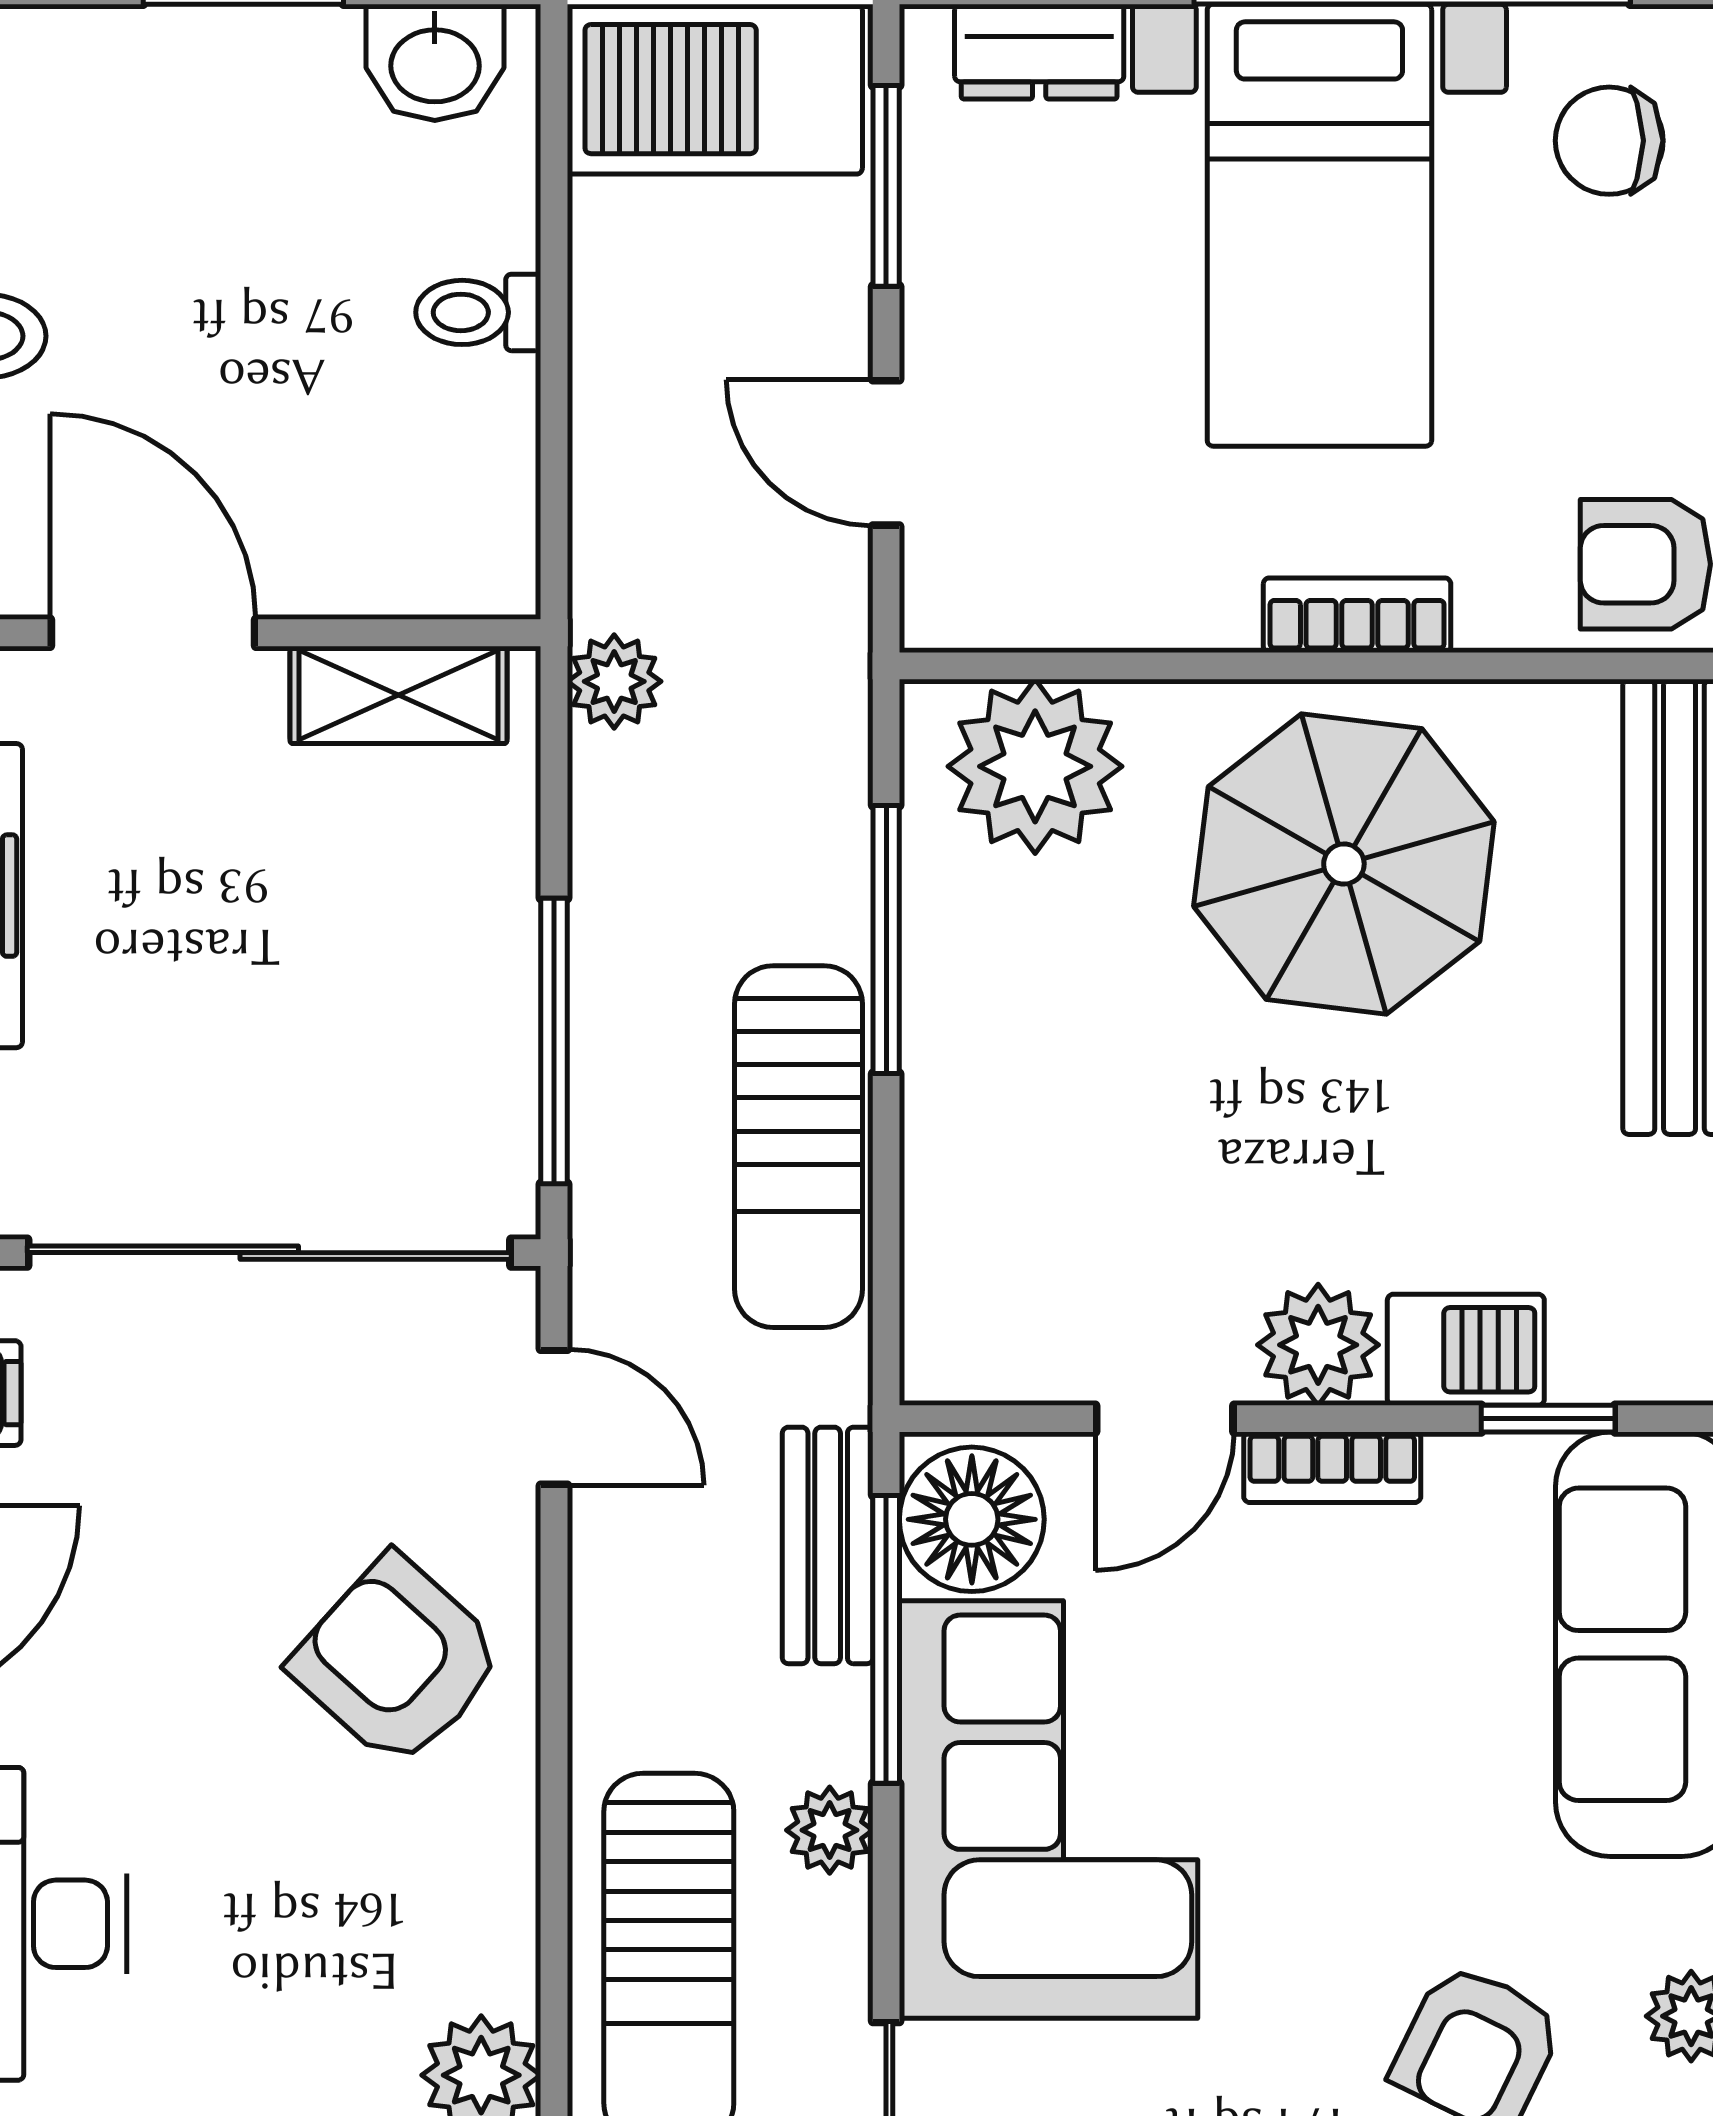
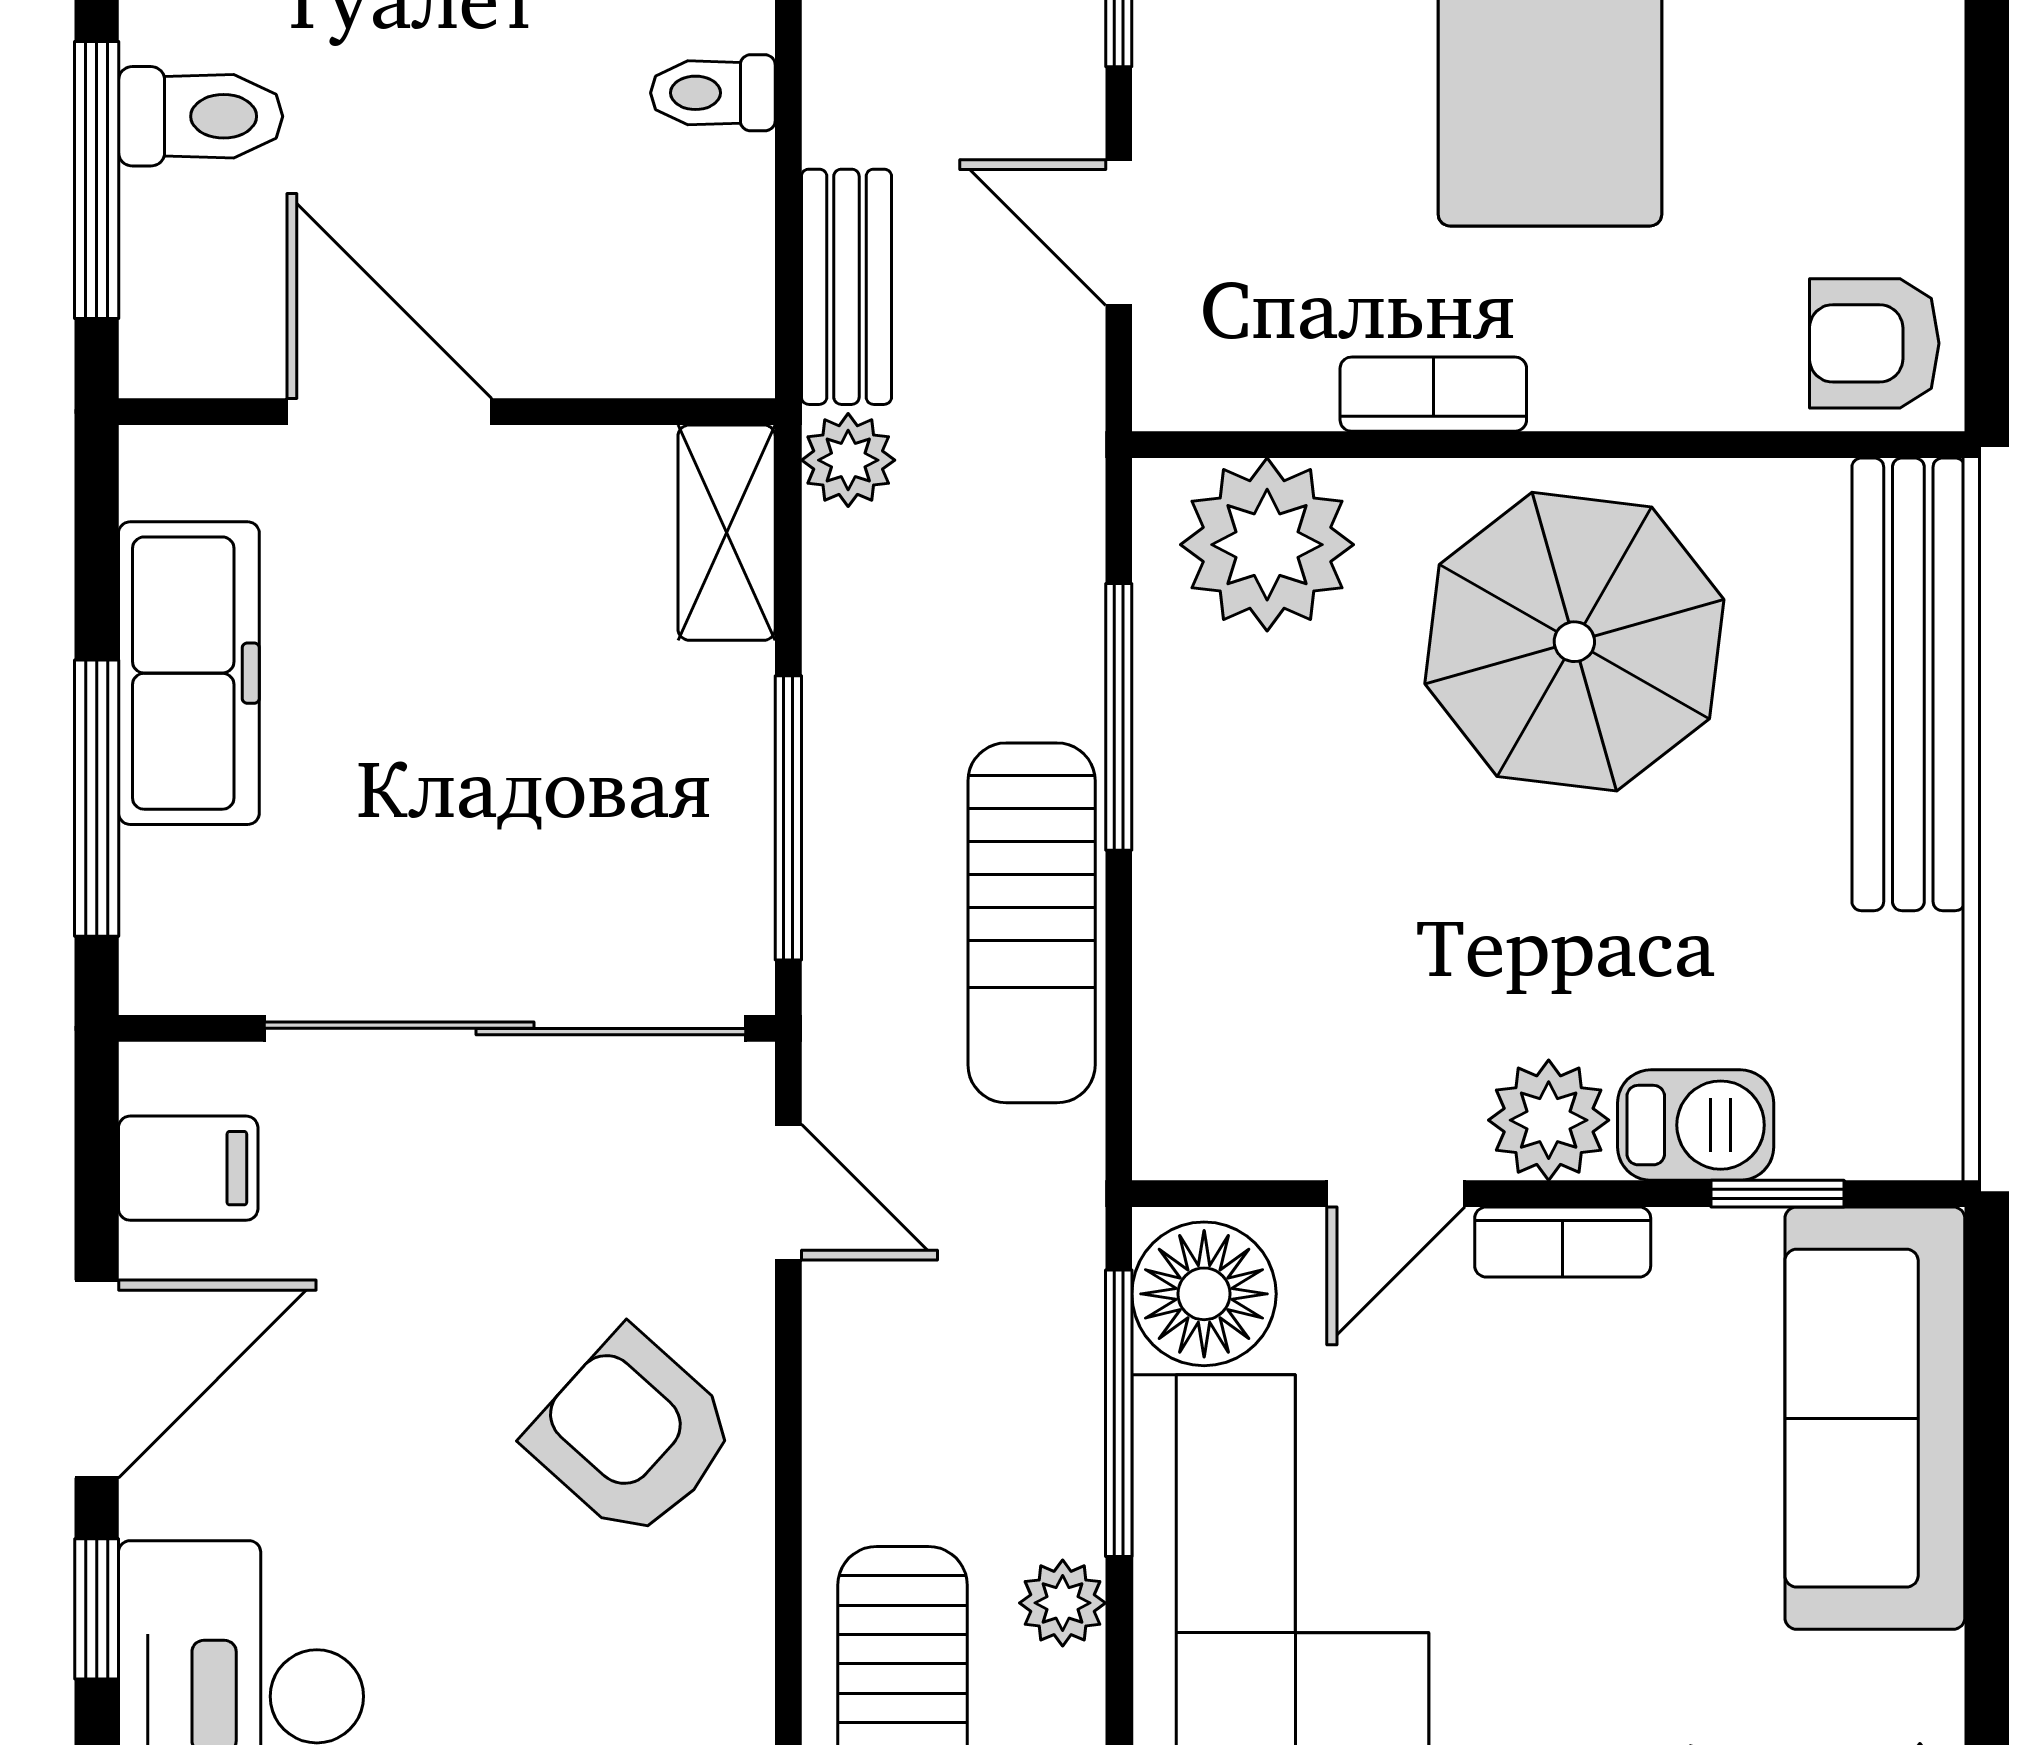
bookcase: (1357, 615) -> (1433, 394), moved
shelving: (399, 695) -> (727, 533), moved, turned 90
bench: (828, 1545) -> (846, 287), moved

